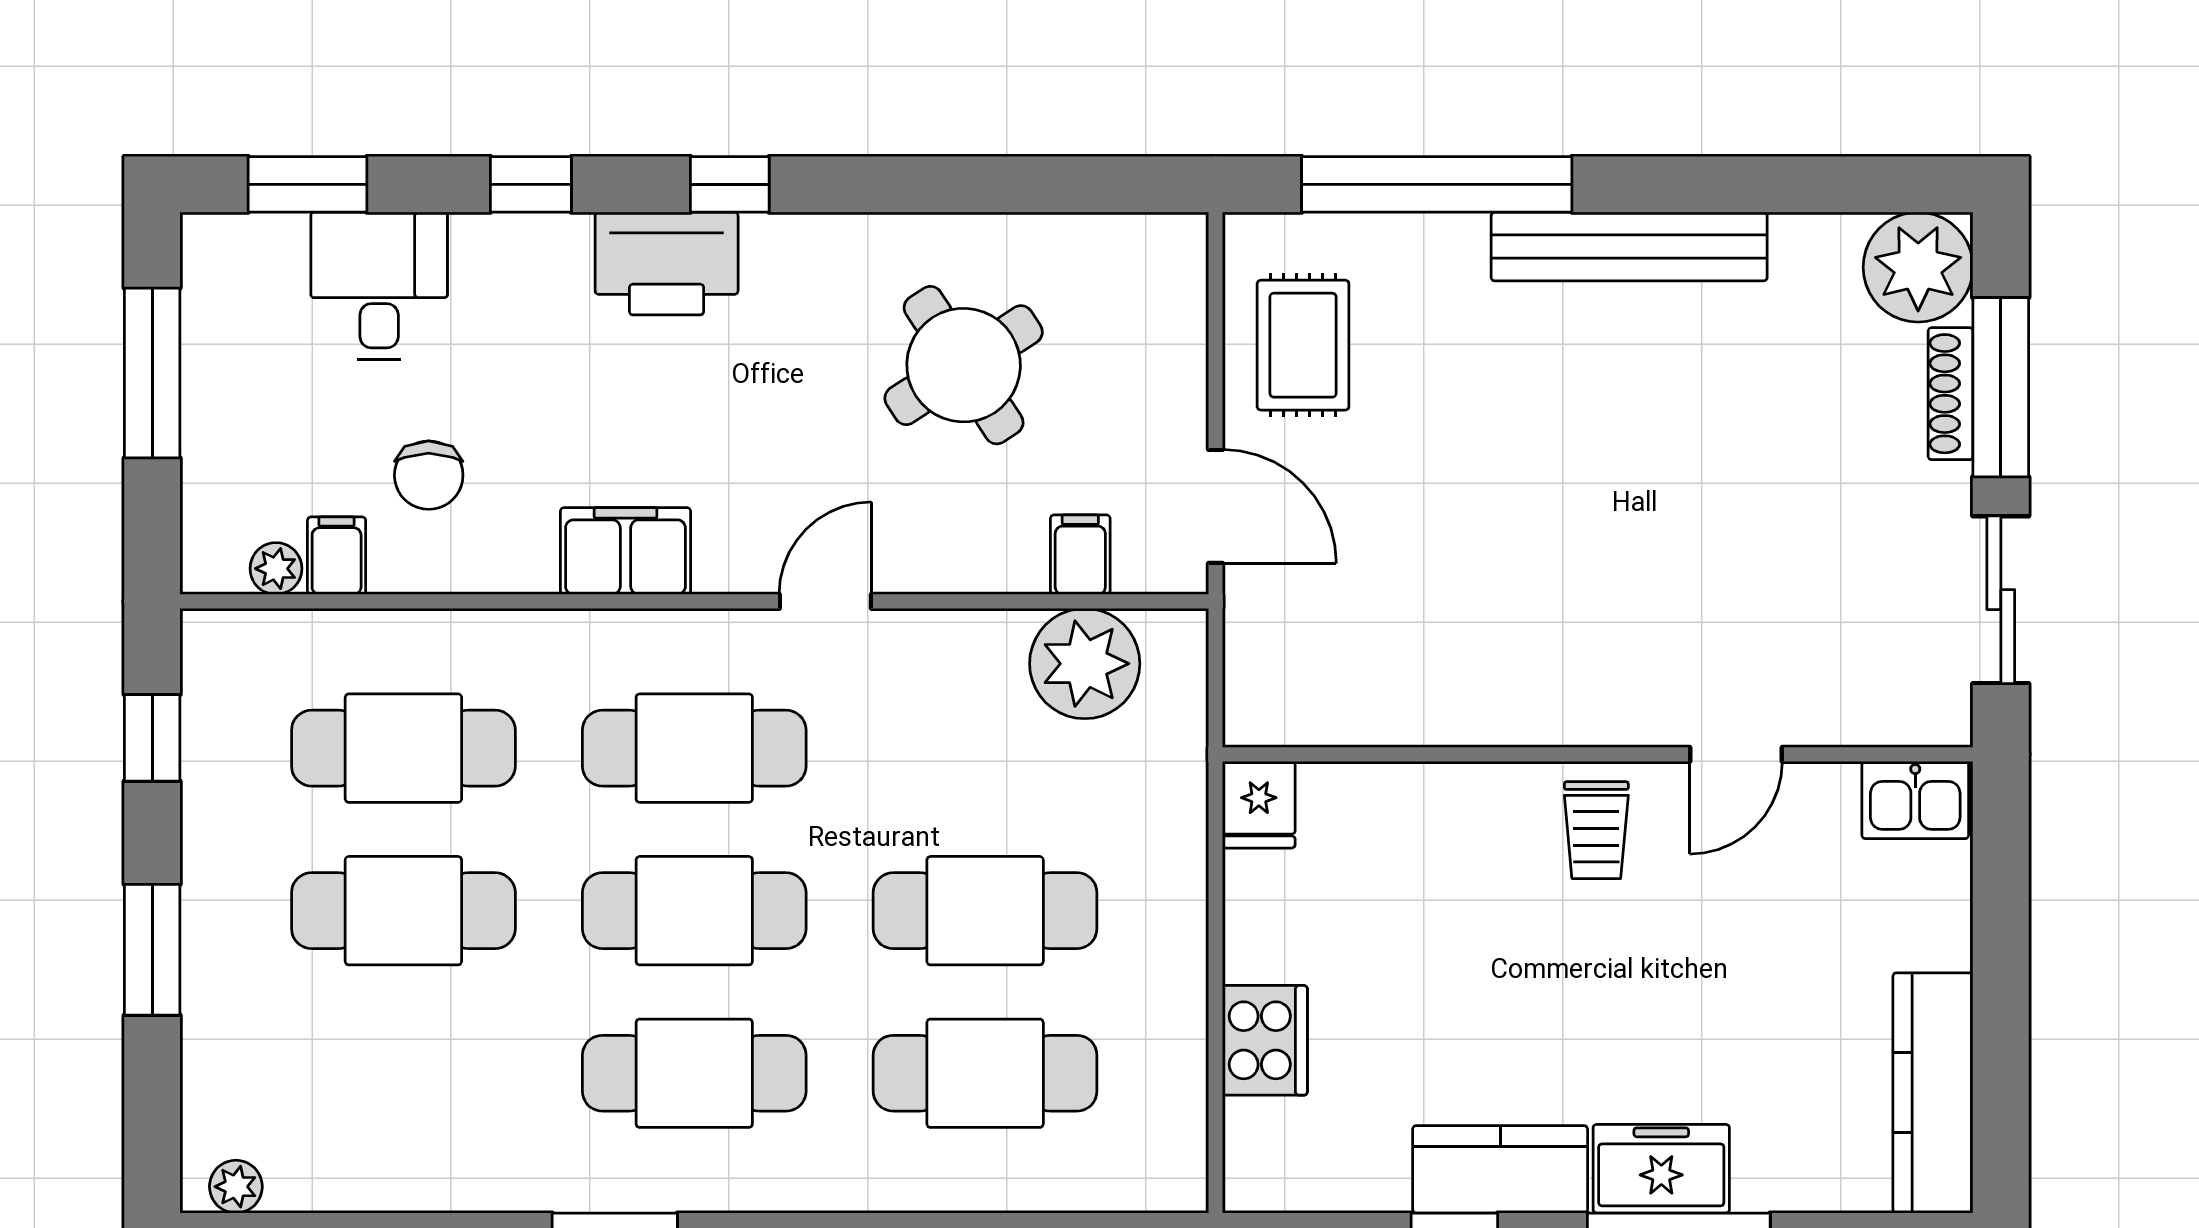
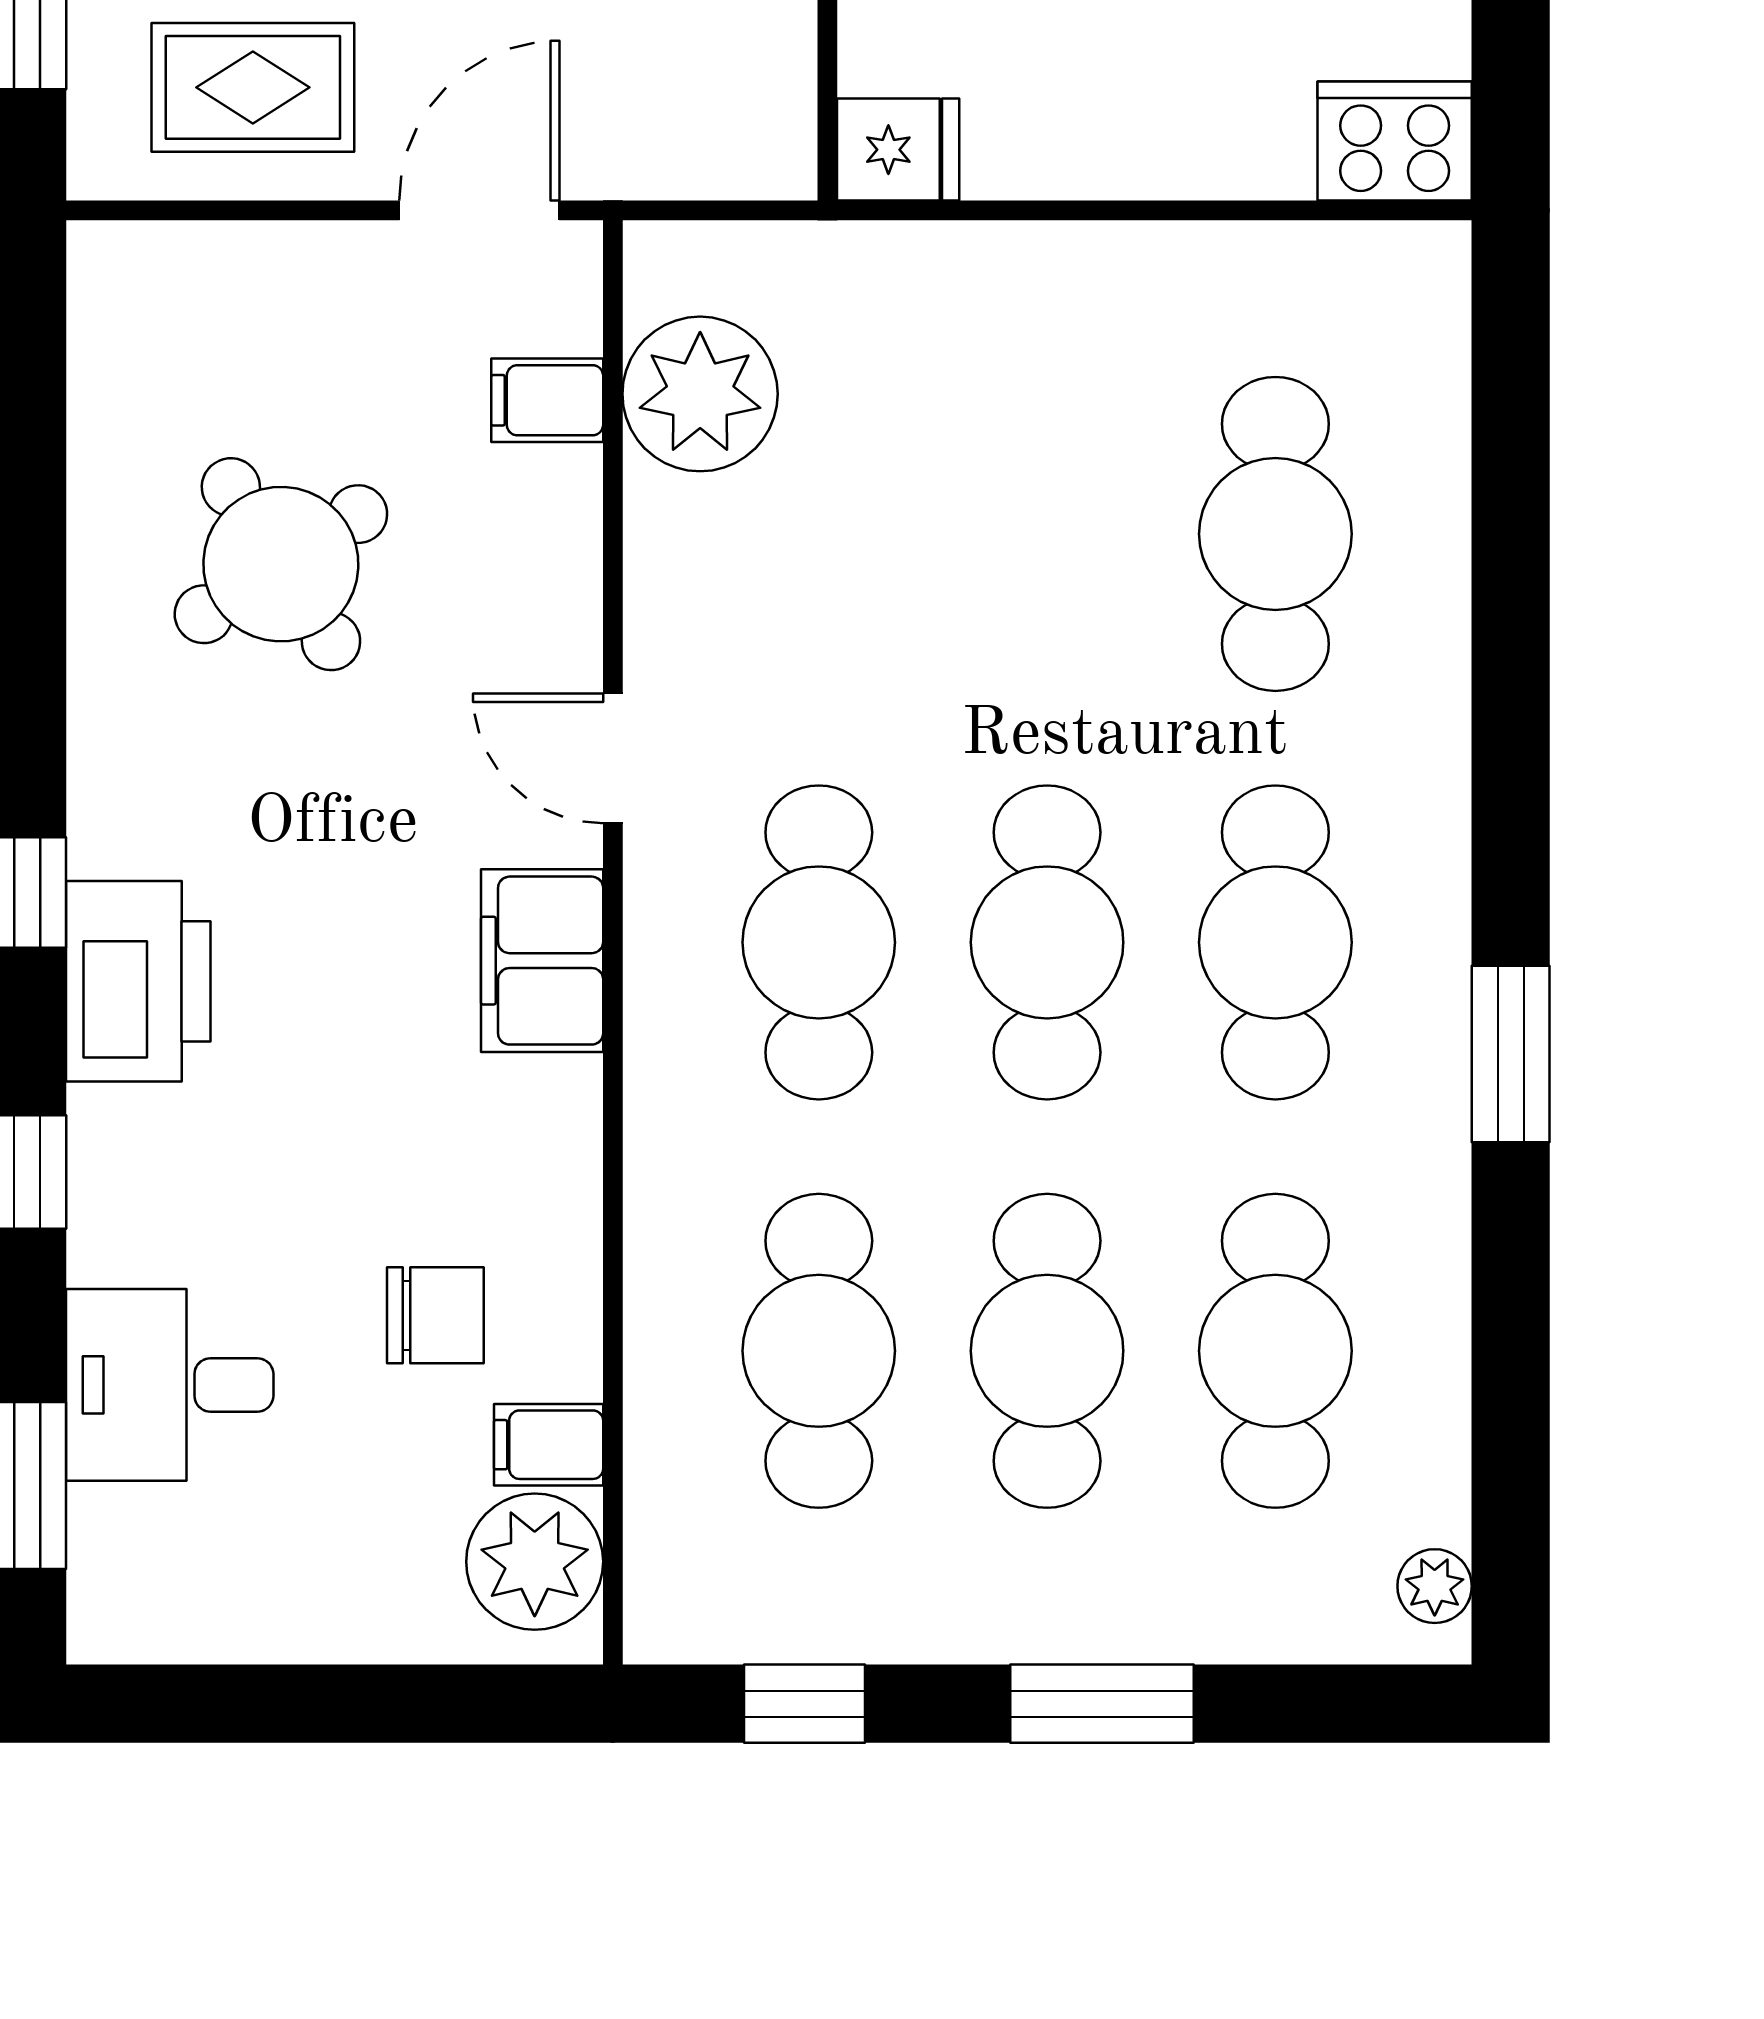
window: (152, 373) -> (292, 1704), removed
filing cabinet: (625, 551) -> (542, 961), moved
plant: (276, 569) -> (535, 1562), width x1.88, depth x1.88
cafe table: (985, 911) -> (1275, 1351), moved
cooker: (1265, 1040) -> (1395, 141), moved

